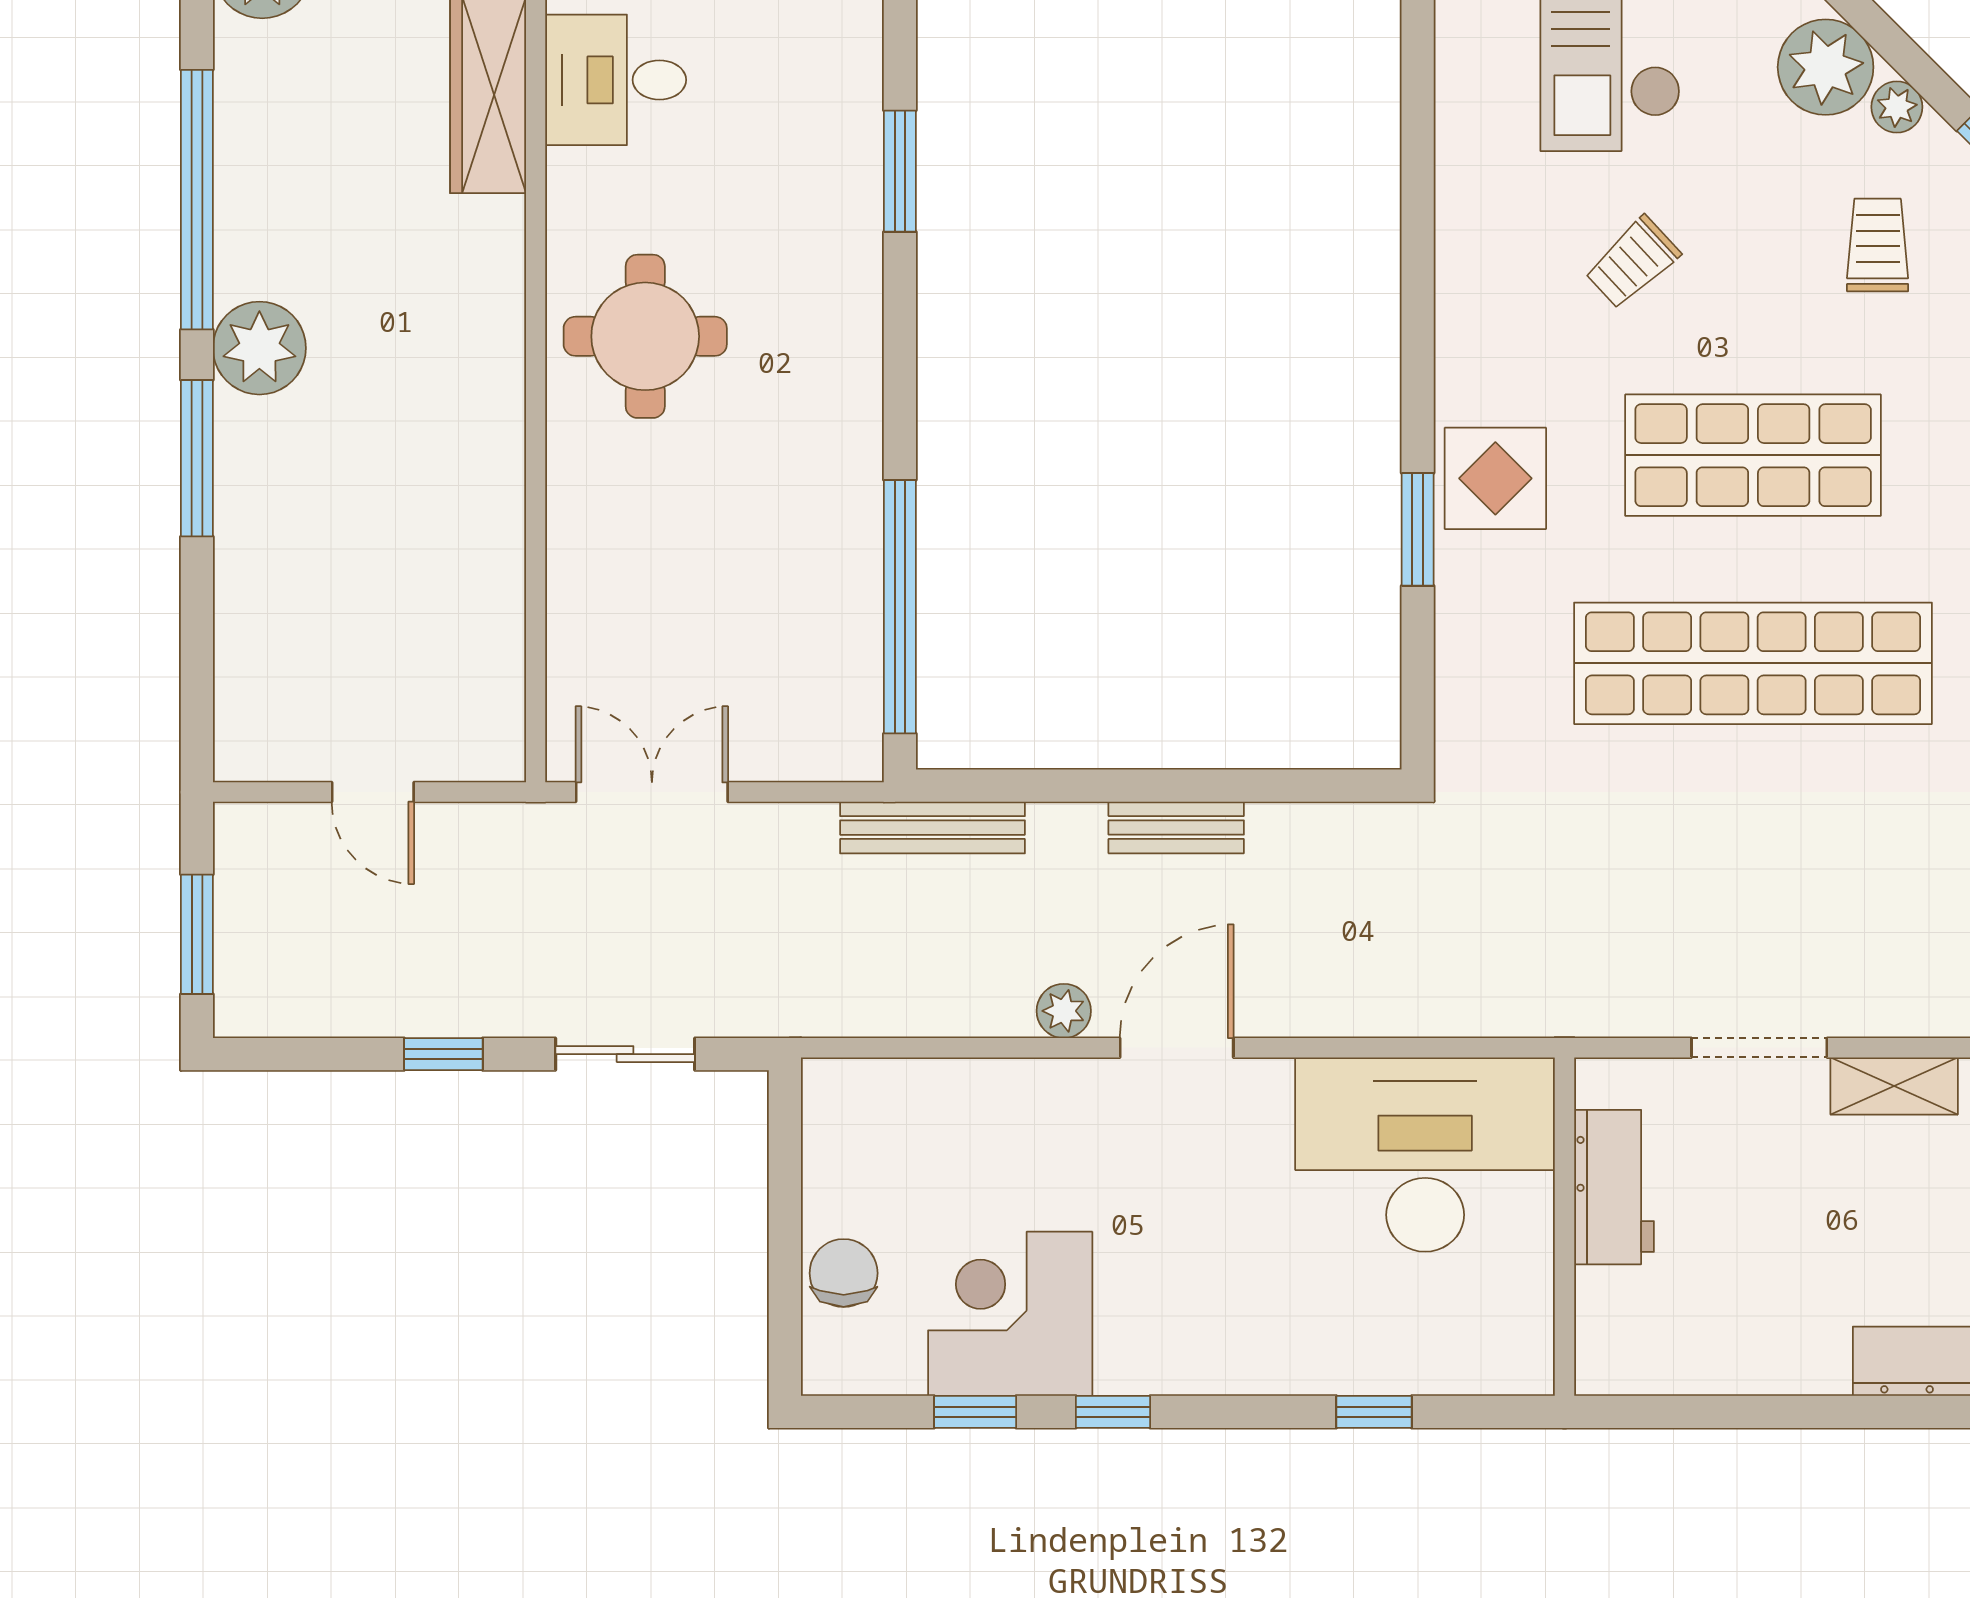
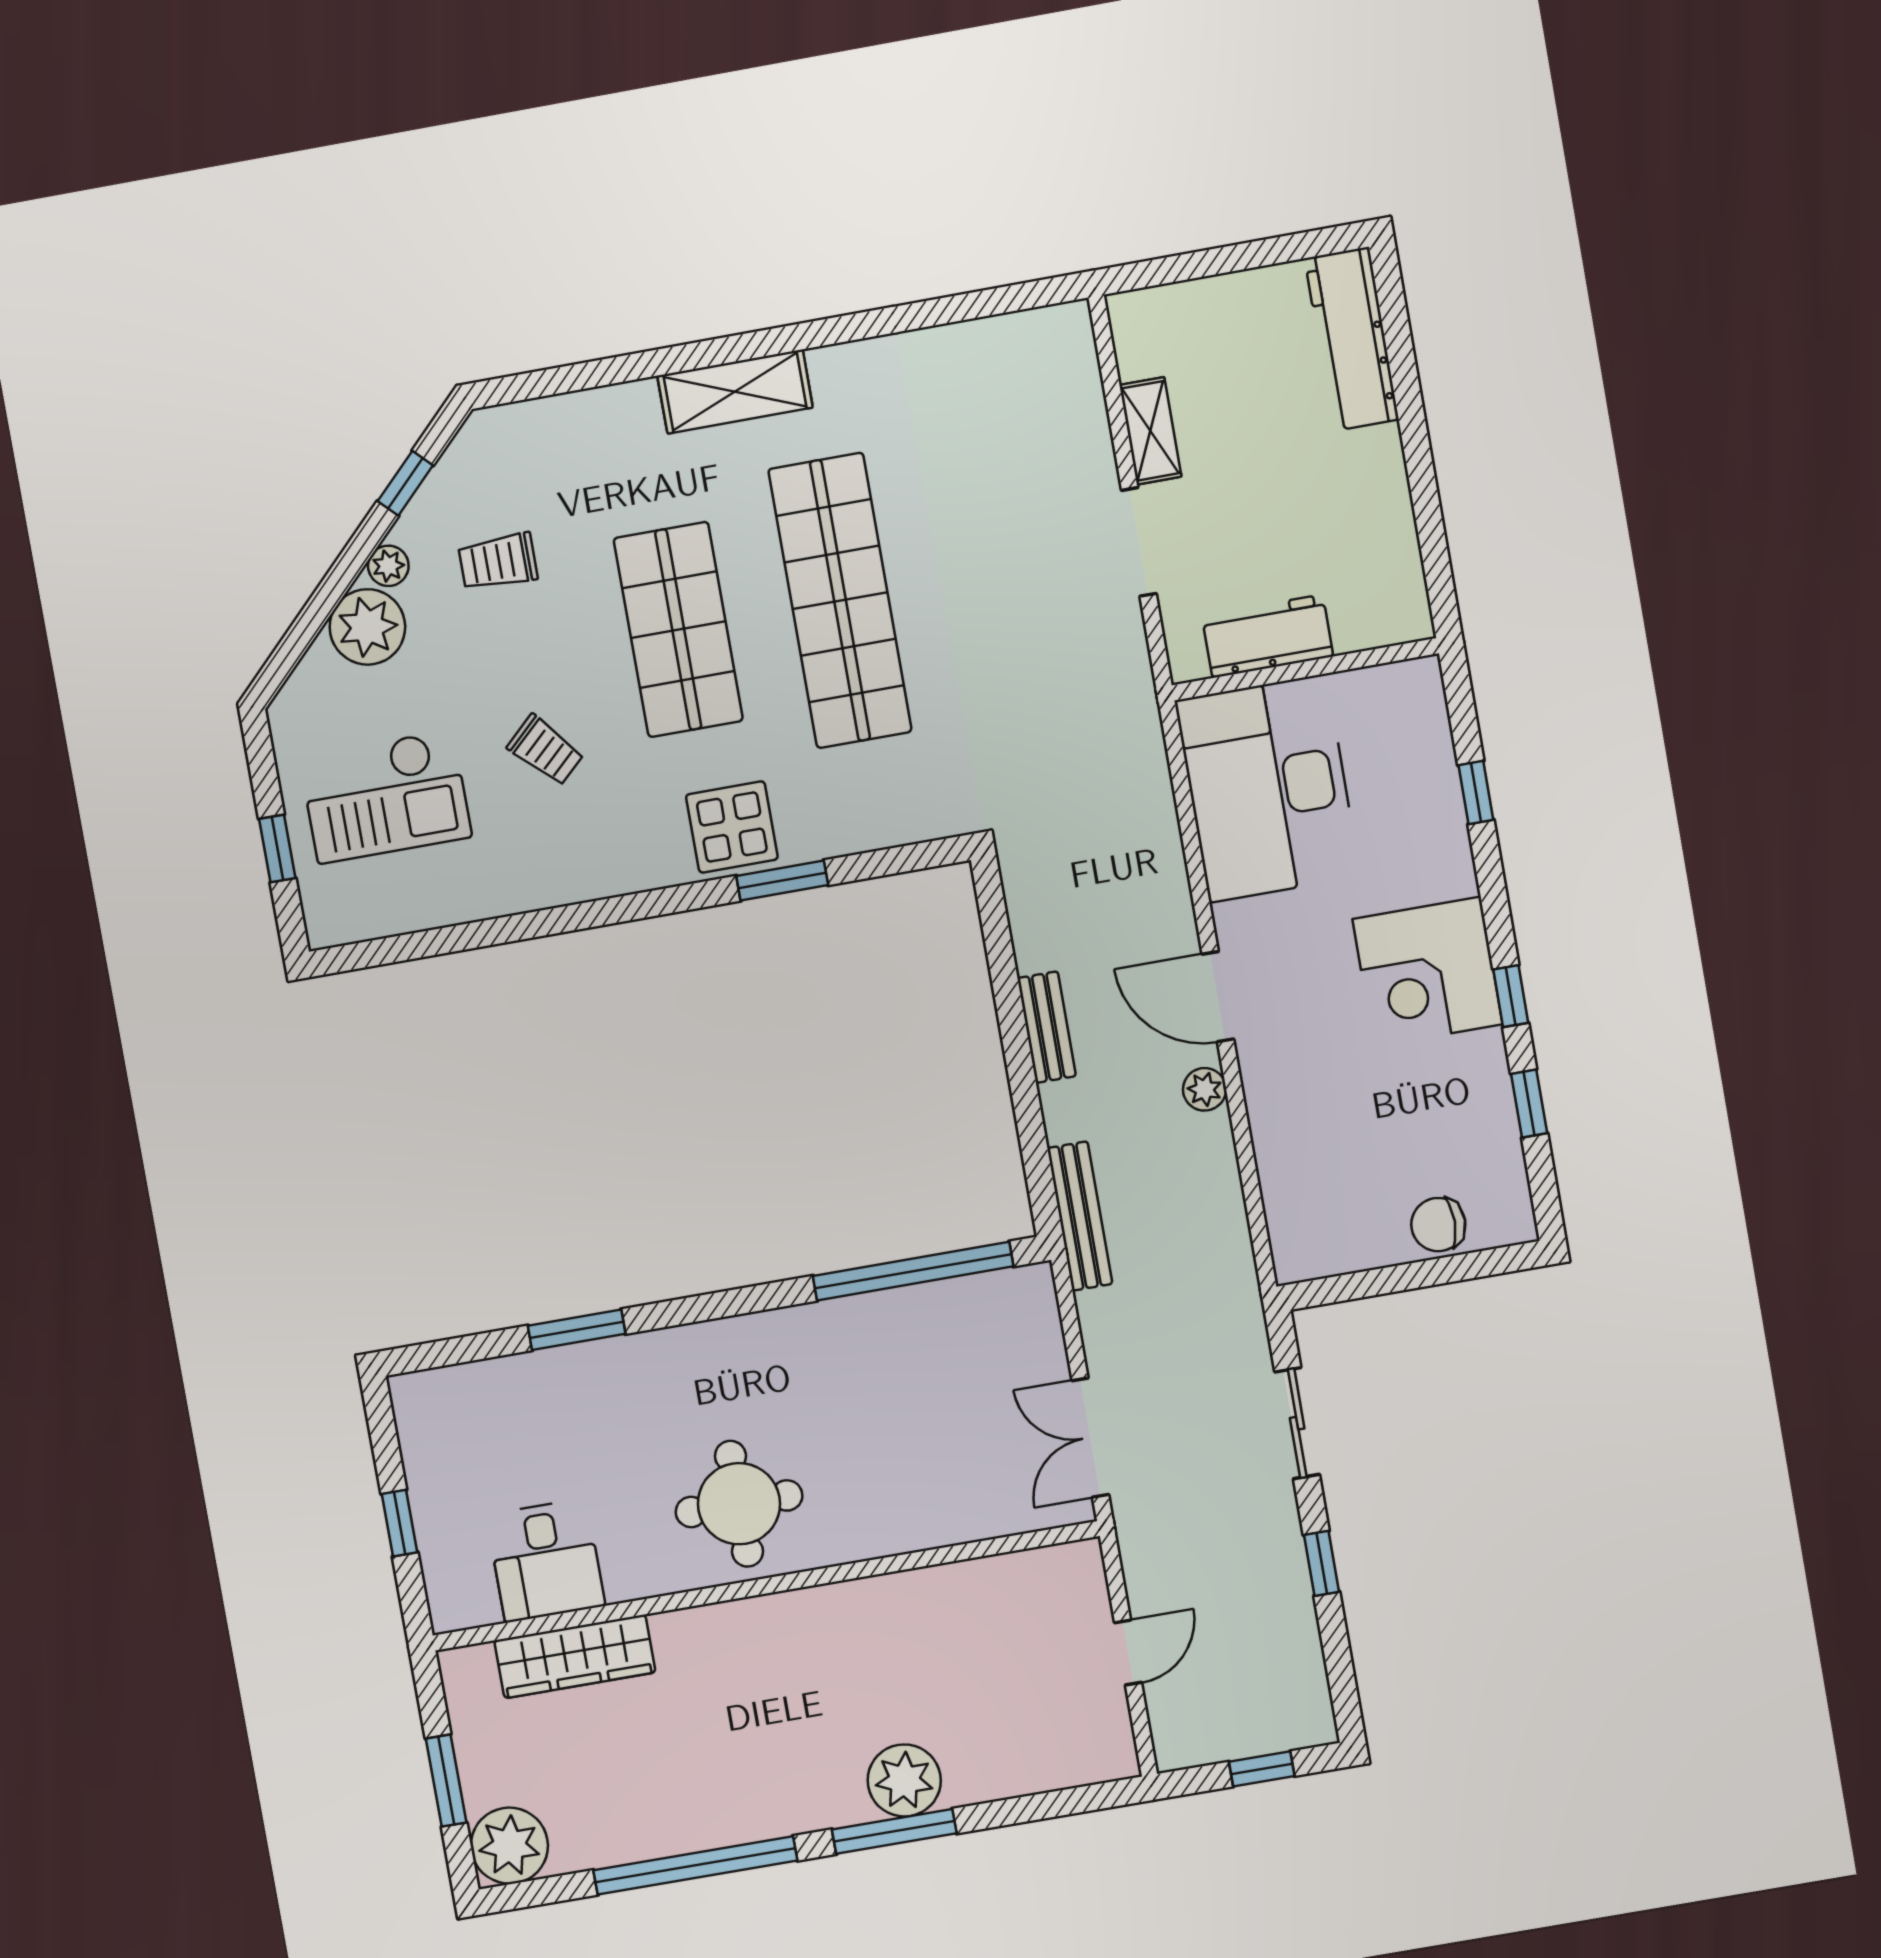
plant: (259, 348) -> (904, 1780), moved
window: (197, 934) -> (1262, 1769), width x0.67
corner desk: (1010, 1314) -> (1428, 972), moved

